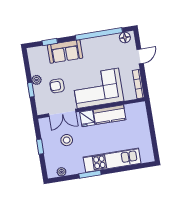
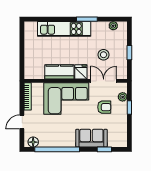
plant: (37, 80) -> (123, 97), moved

